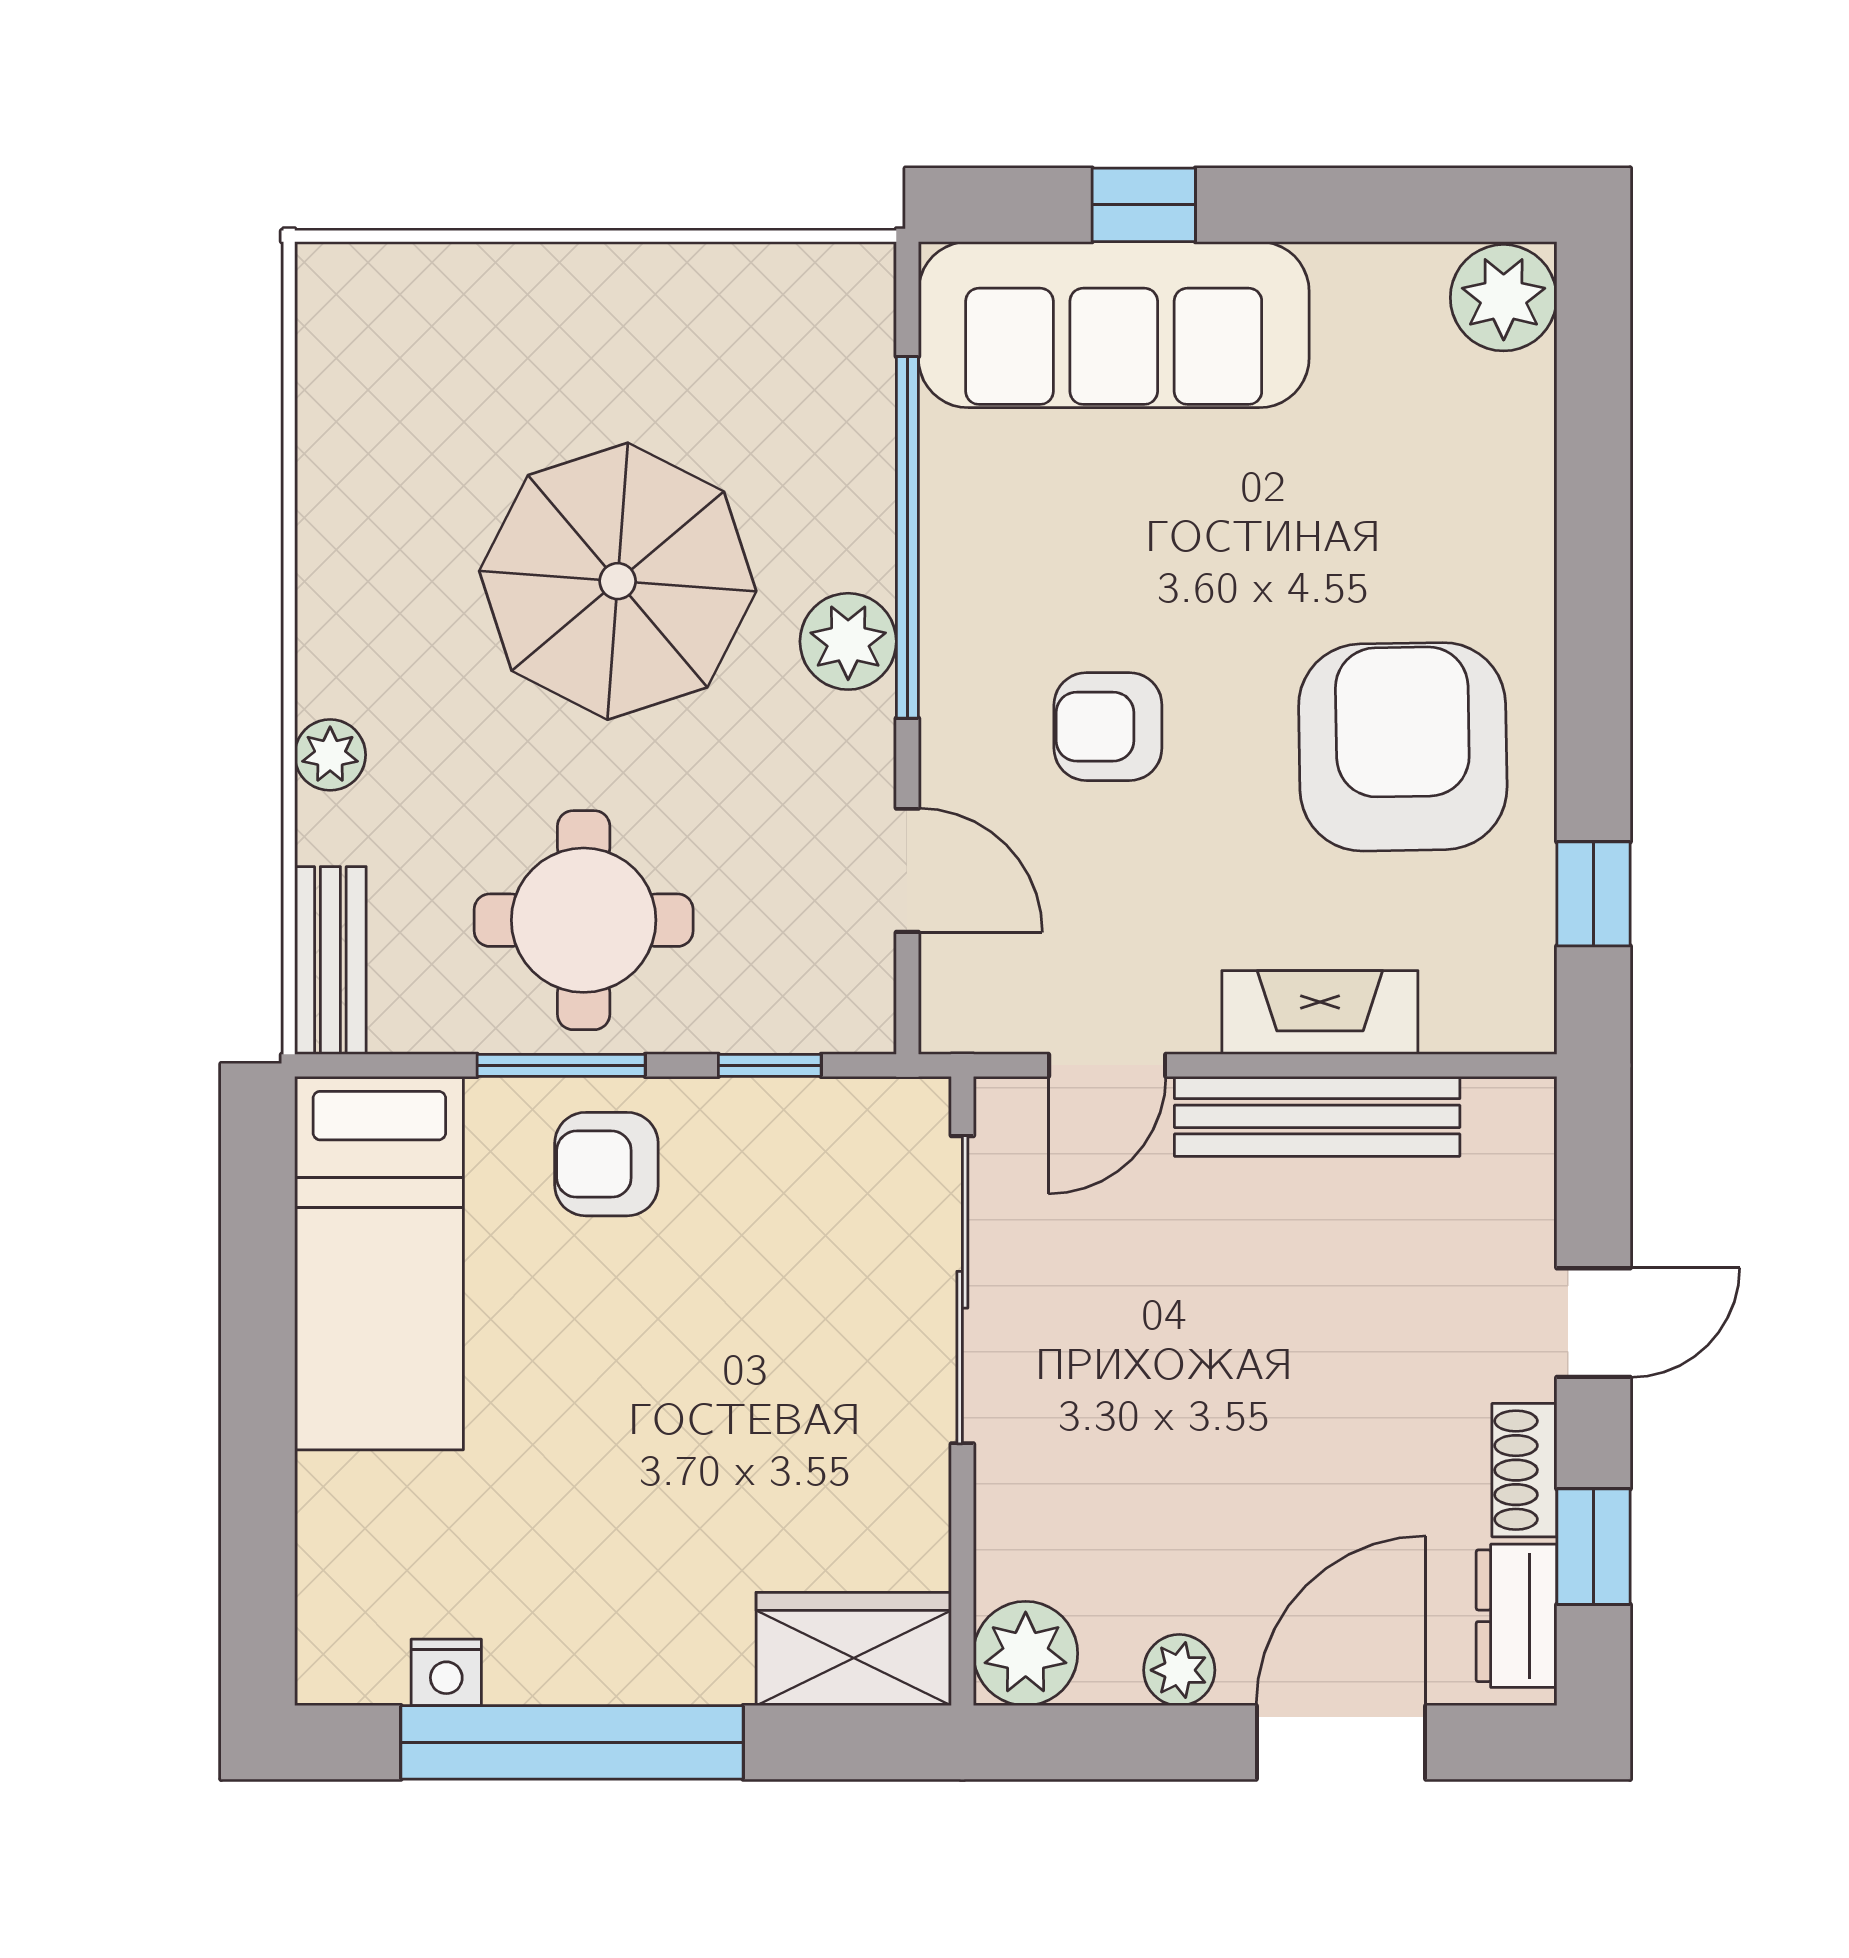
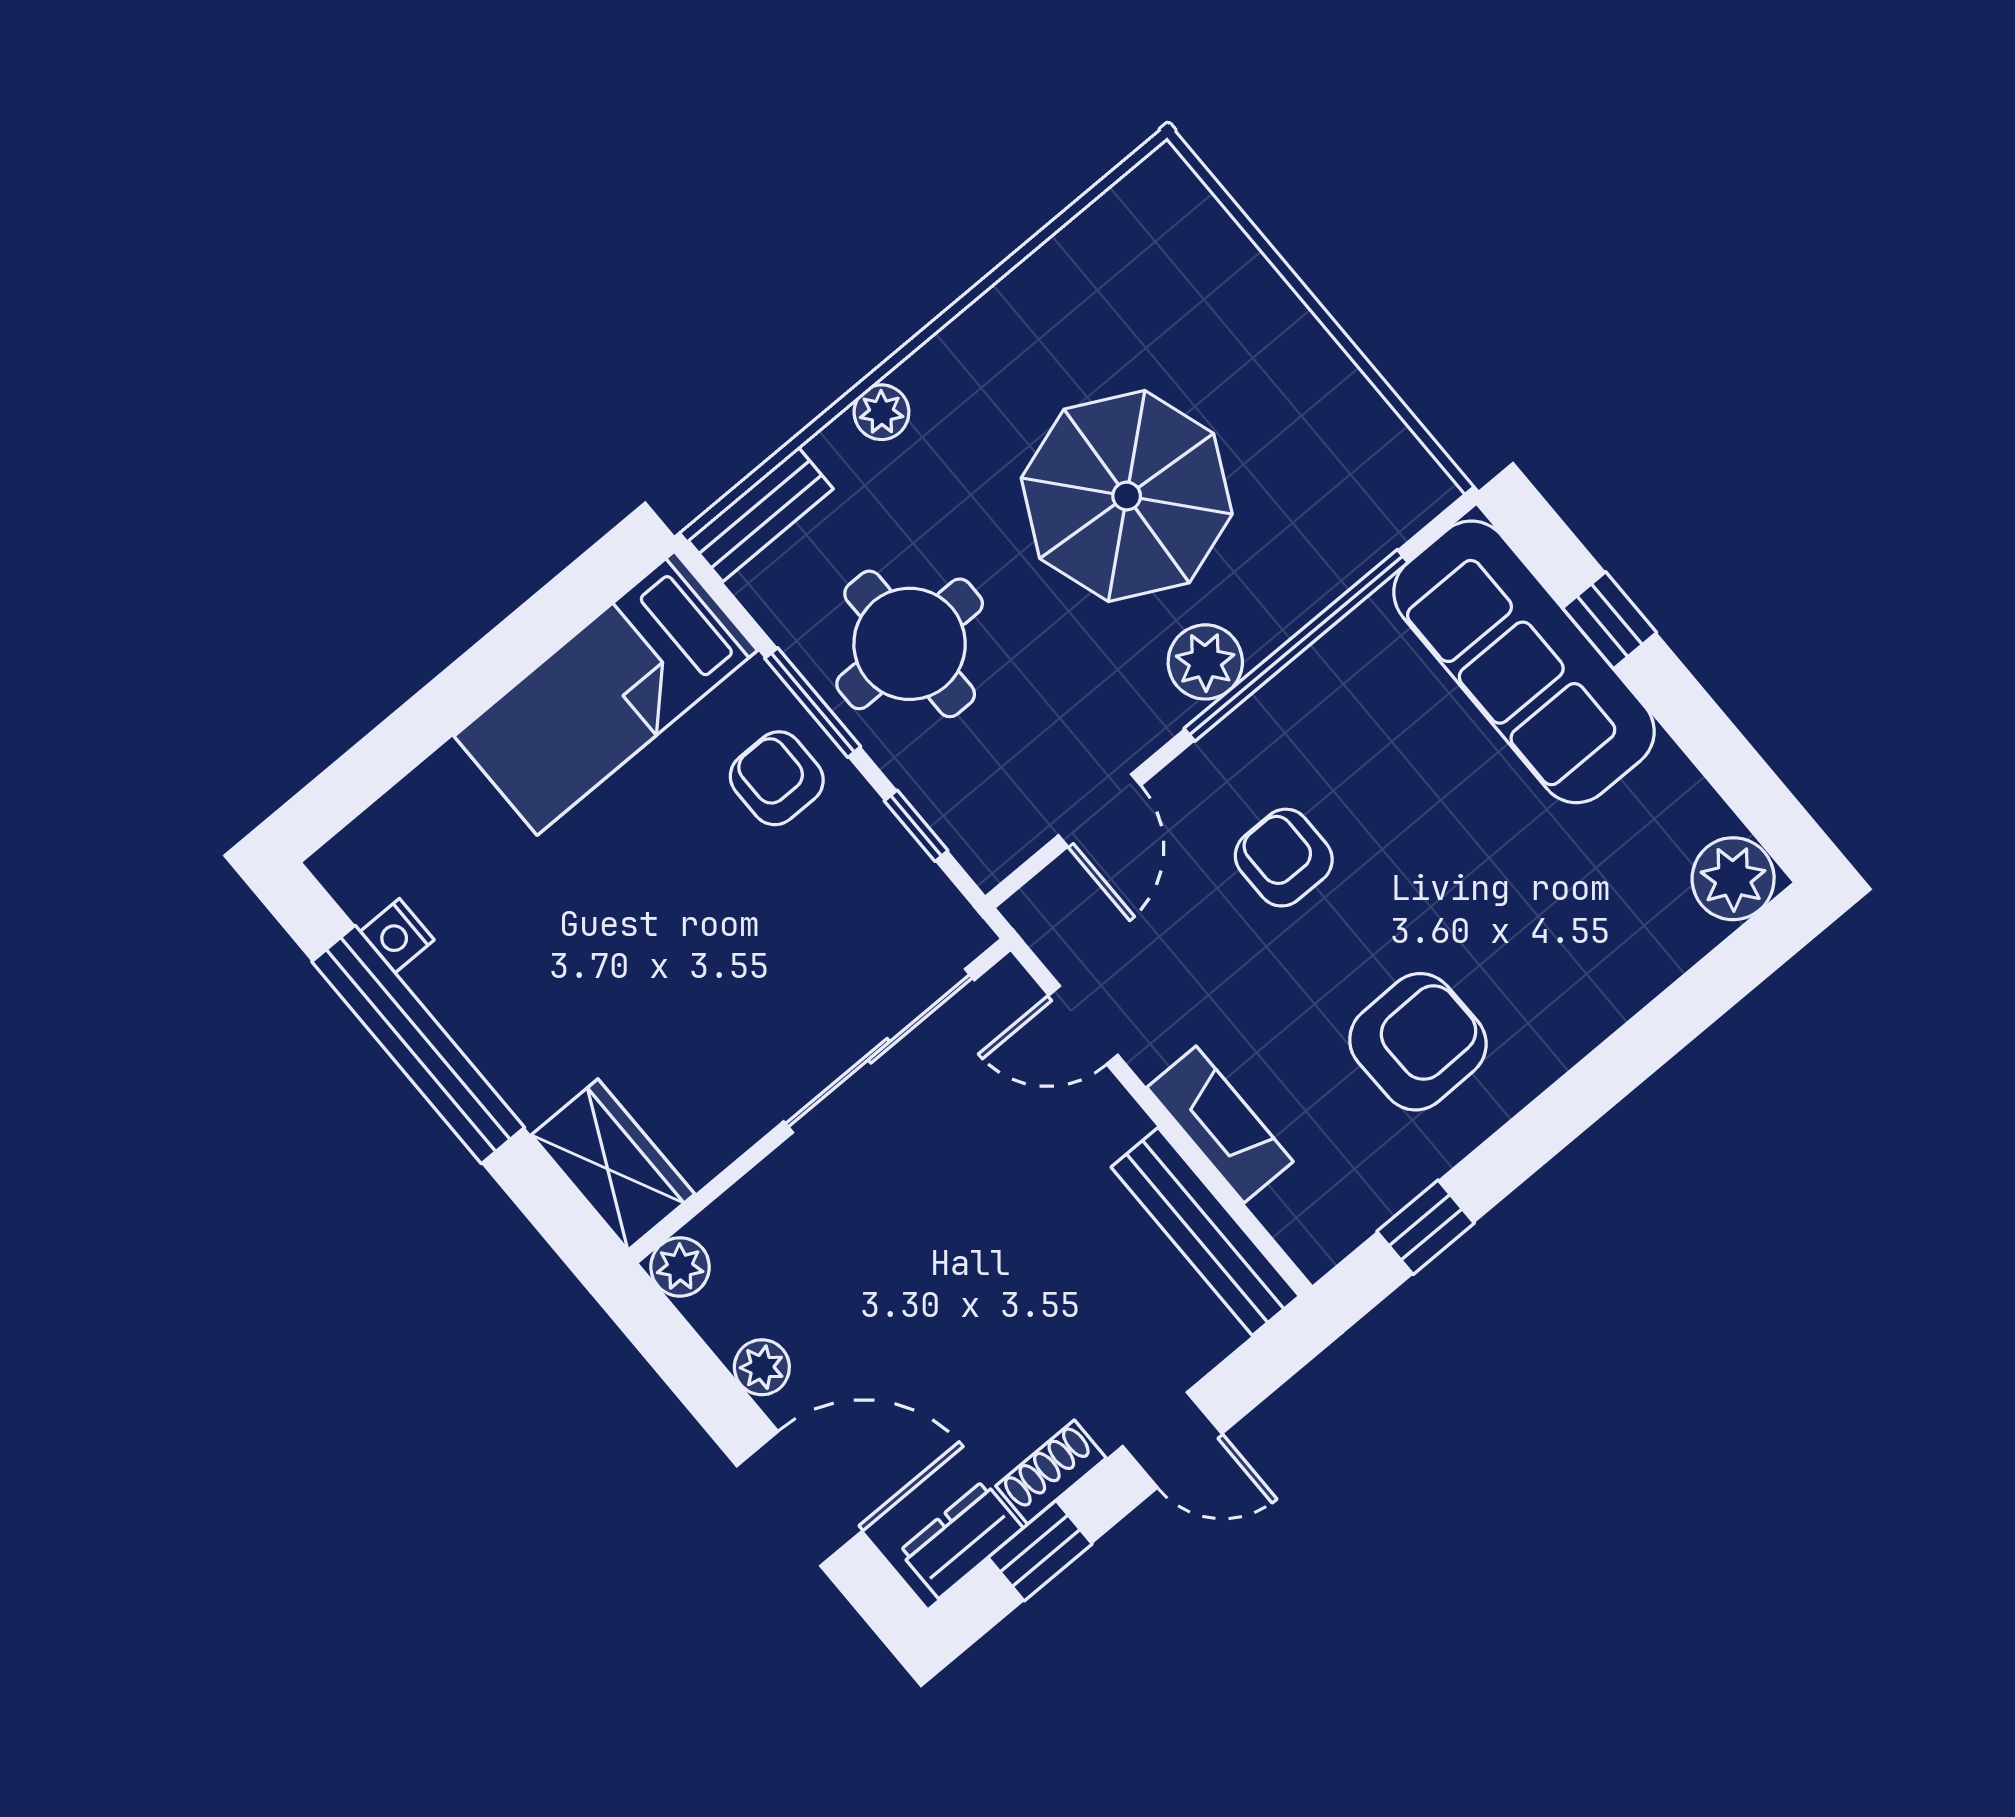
armchair: (1403, 747) -> (1418, 1042), width x0.73, depth x0.73
bench: (1317, 1116) -> (1205, 1232), moved
plant: (1026, 1653) -> (680, 1267), width x0.73, depth x0.73

